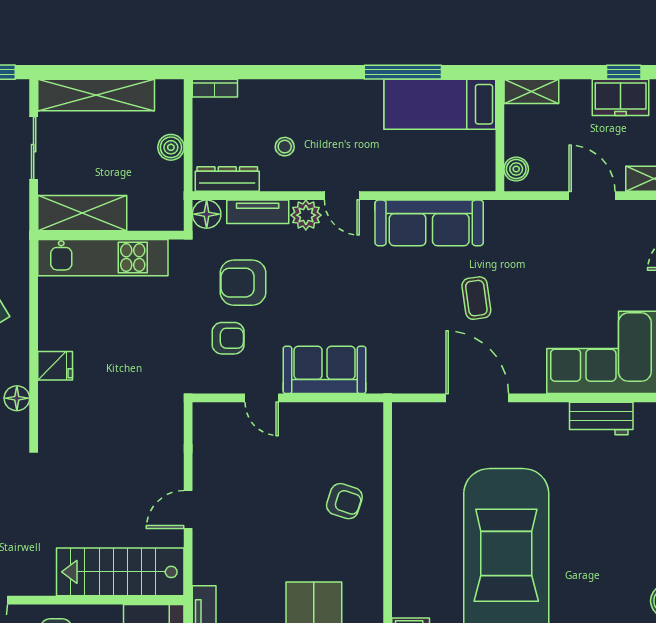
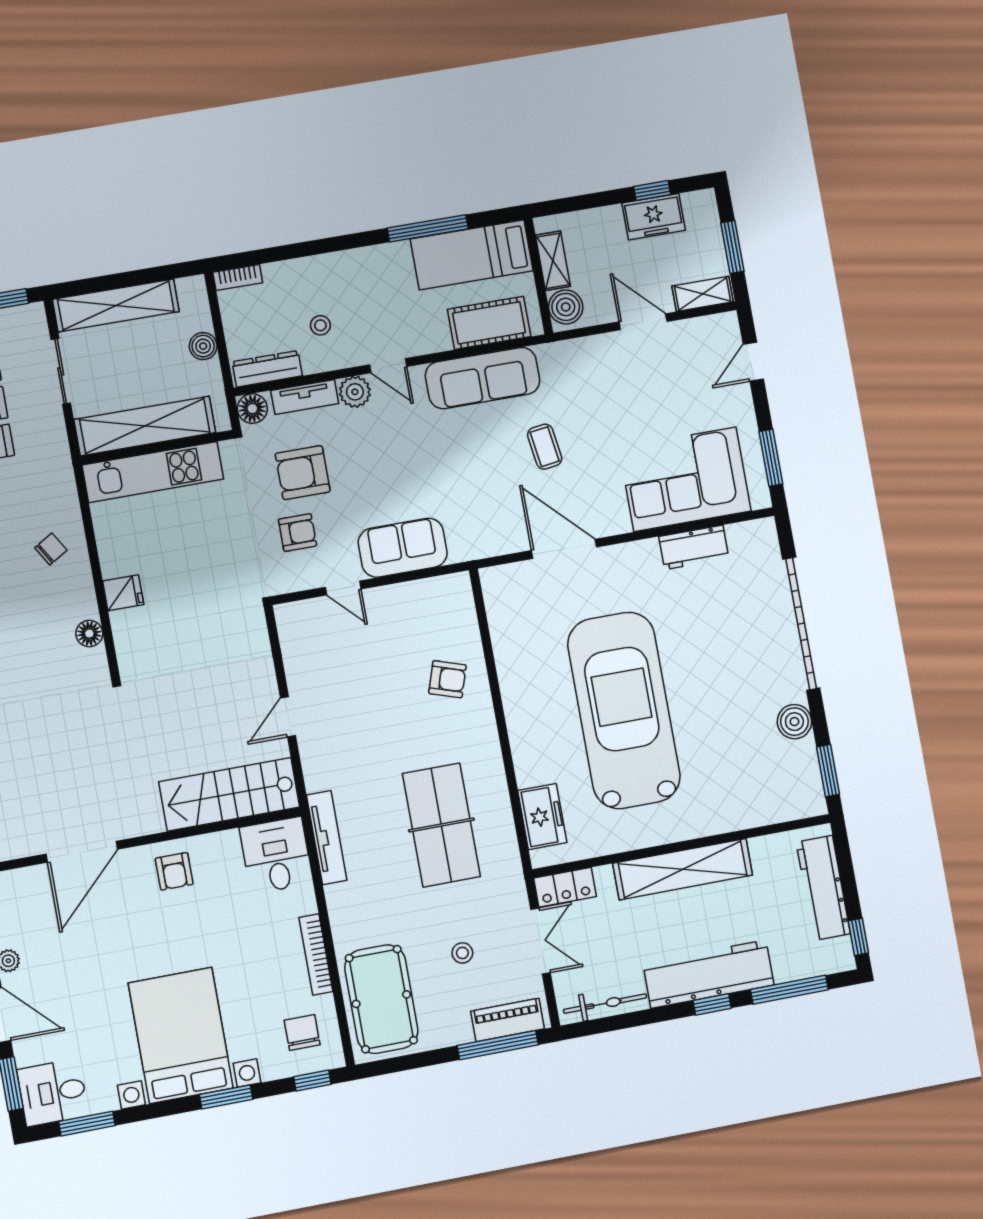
shelving: (531, 91) -> (553, 261), moved, turned 90
boiler: (516, 169) -> (566, 307), width x1.36, depth x1.36
cot: (445, 172) -> (489, 323), added
shelving: (82, 213) -> (145, 426), width x1.47

